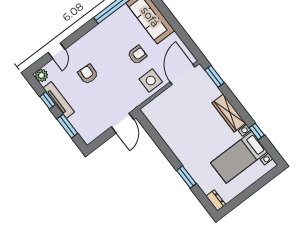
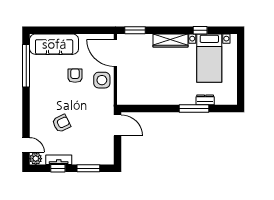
door: (57, 51) -> (26, 145), moved
armchair: (88, 74) -> (61, 123), turned 151
tv unit: (59, 100) -> (59, 160), width x0.71
window: (186, 177) -> (194, 109), width x1.44
dresser: (216, 200) -> (205, 100), moved

